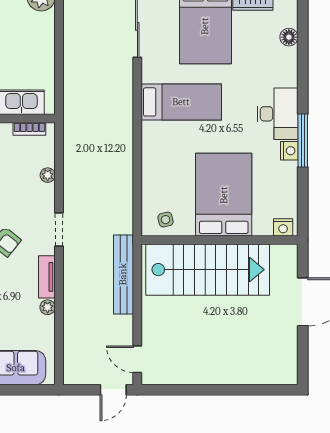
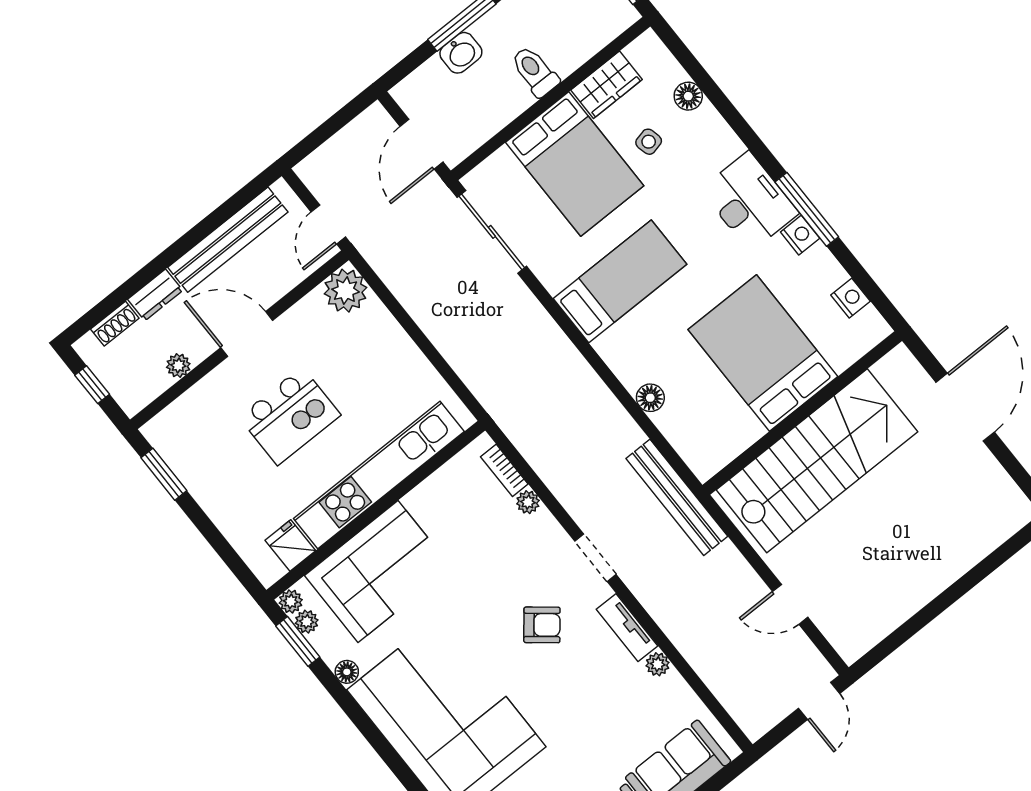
bookcase: (29, 129) -> (504, 470), moved, turned 90
floor lamp: (150, 172) -> (650, 398), added
side table: (166, 220) -> (649, 142), moved
nightstand: (283, 227) -> (851, 298), moved, turned -90
bench: (123, 274) -> (677, 497), moved
door: (137, 359) -> (790, 604), moved

